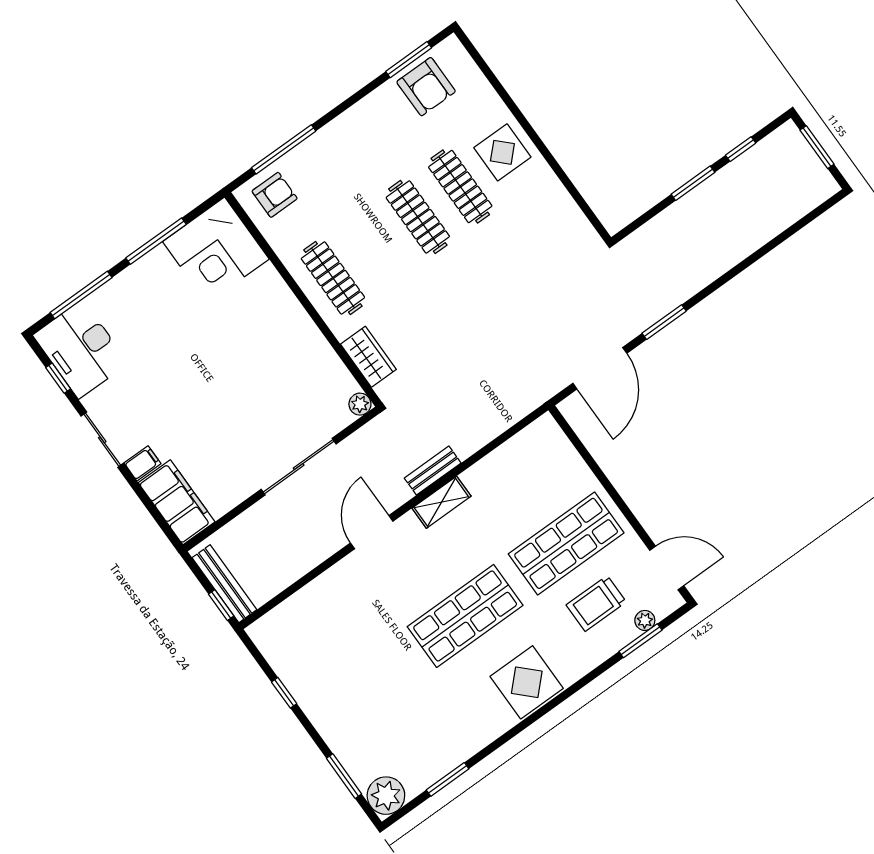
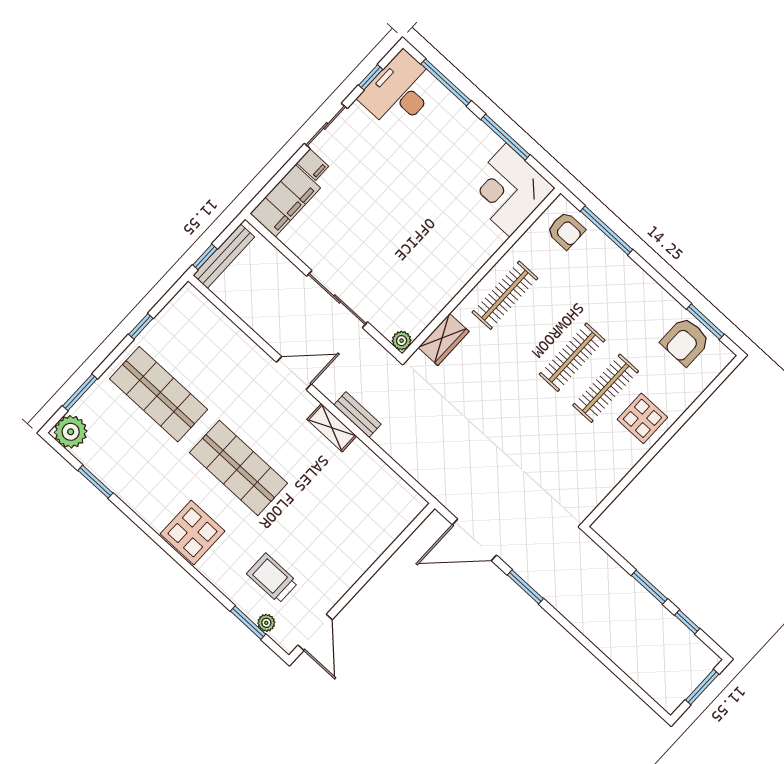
shop shelf: (566, 543) -> (159, 394), moved

